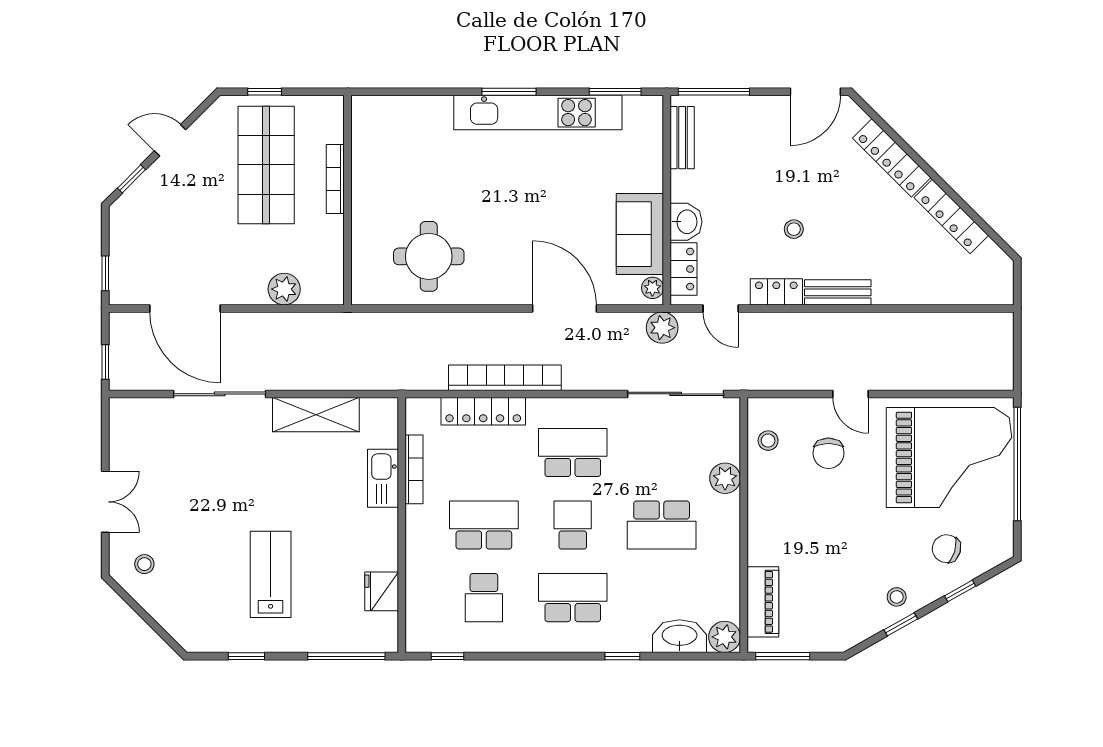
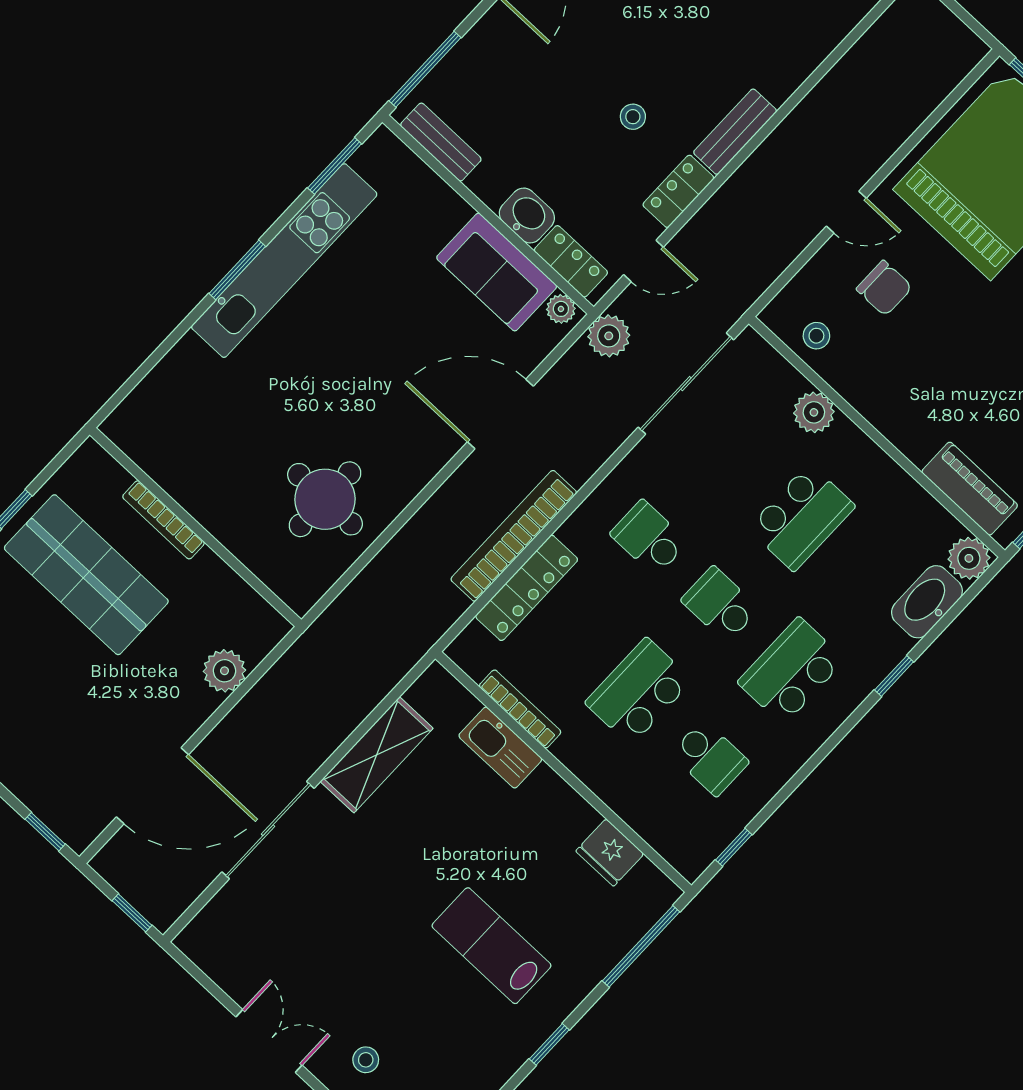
school desk: (573, 452) -> (649, 538), width x0.54

